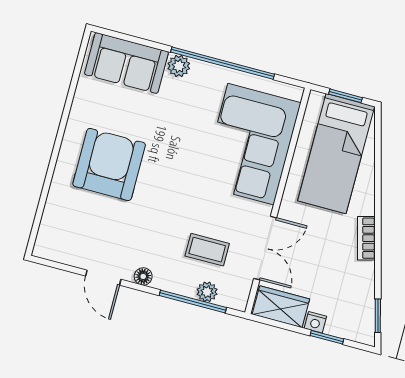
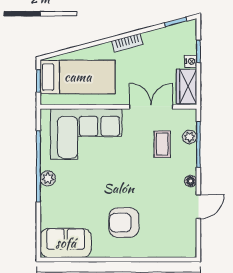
sofa: (126, 63) -> (66, 243), moved, turned -90
plant: (179, 66) -> (48, 178), moved
armchair: (109, 164) -> (124, 223), width x0.73, depth x0.73

